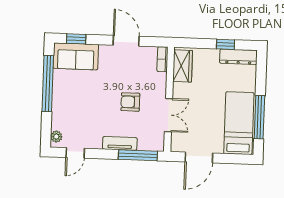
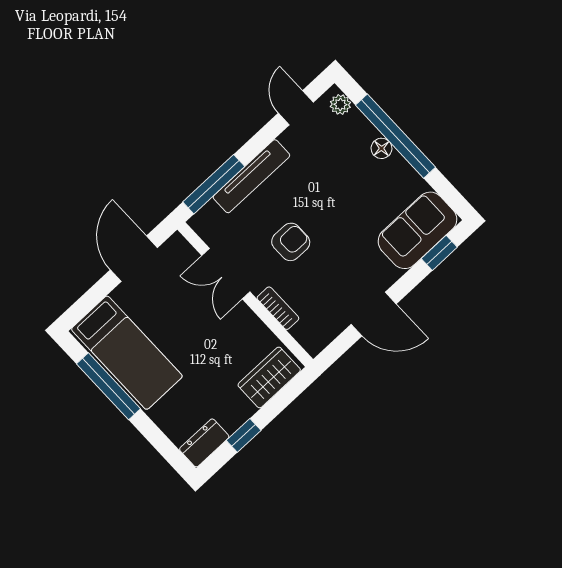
dresser: (238, 57) -> (204, 443), width x0.70
bookcase: (162, 59) -> (278, 308), moved
wardrobe: (183, 66) -> (269, 377), moved, turned 90
window: (48, 84) -> (395, 136), moved
floor lamp: (57, 103) -> (381, 148), added
tv unit: (120, 143) -> (251, 176), width x1.41

